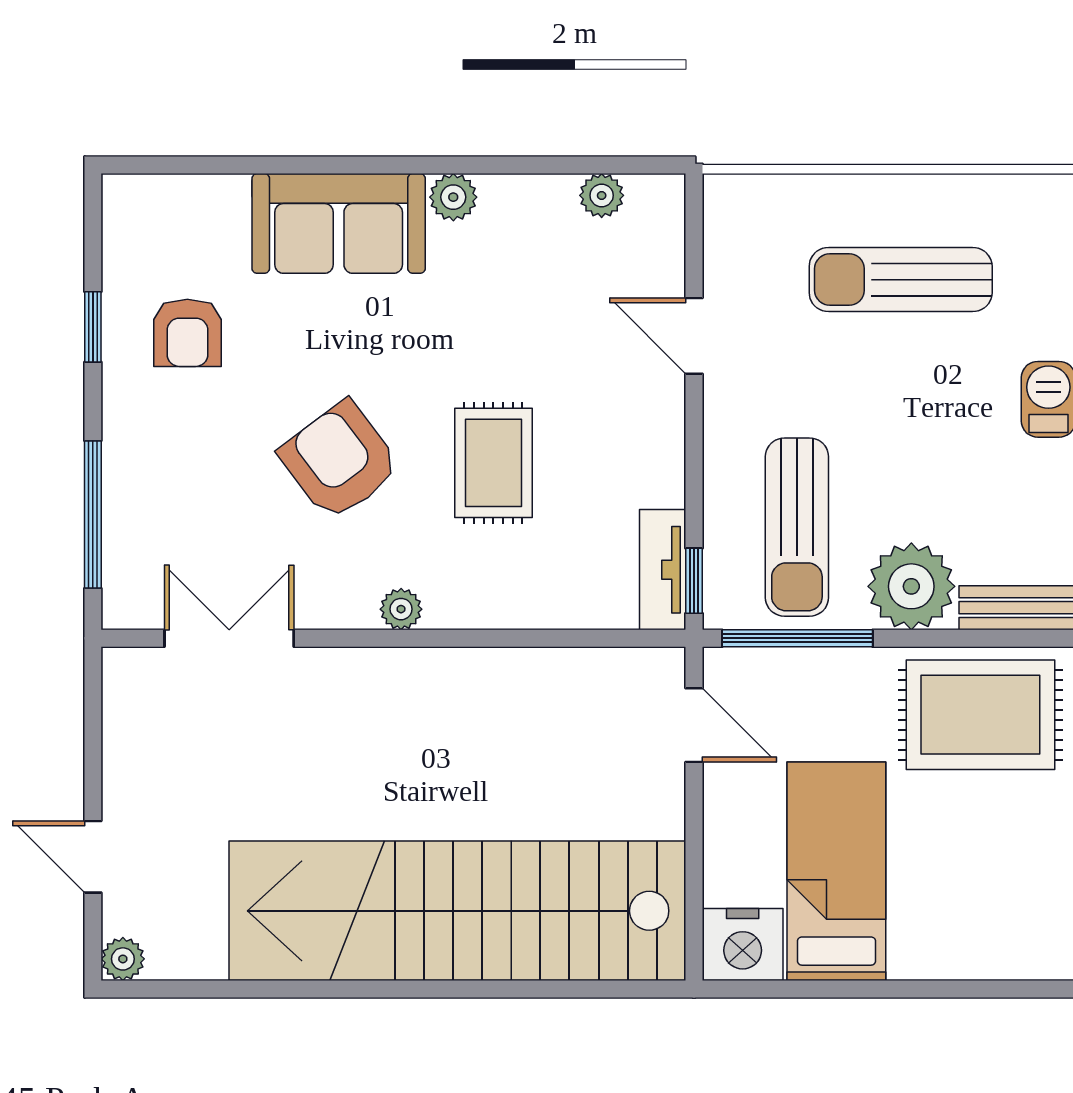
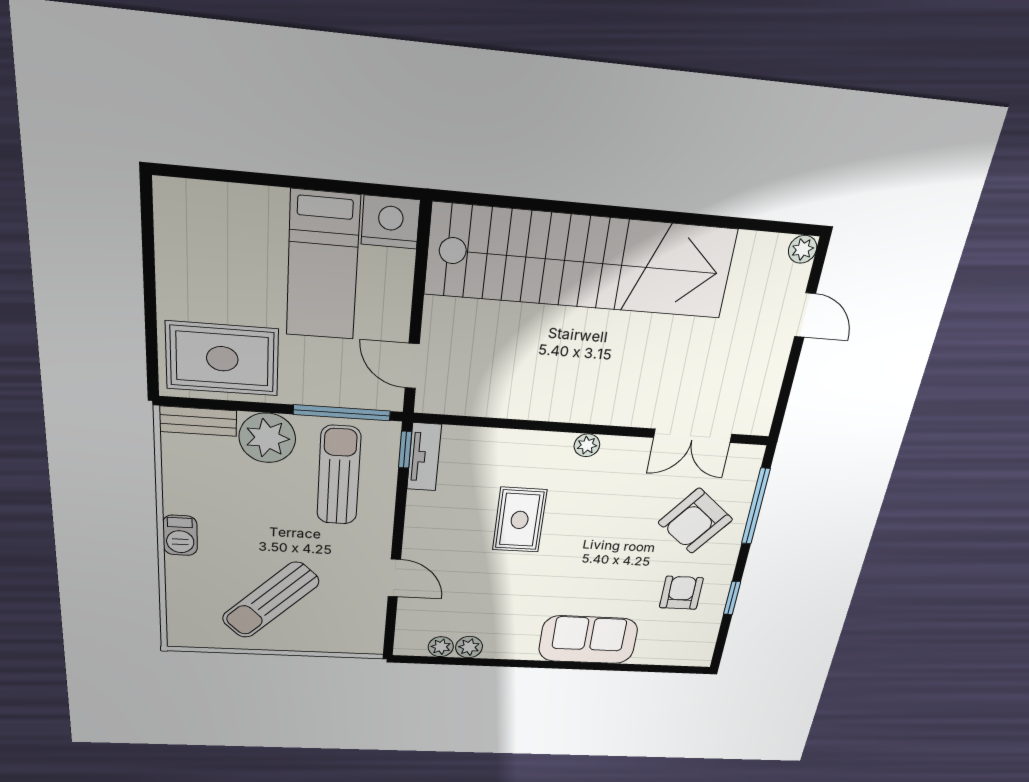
plant: (453, 197) -> (469, 647), moved
sun lounger: (901, 280) -> (271, 600), turned 135
armchair: (340, 461) -> (695, 521), moved, turned 76

